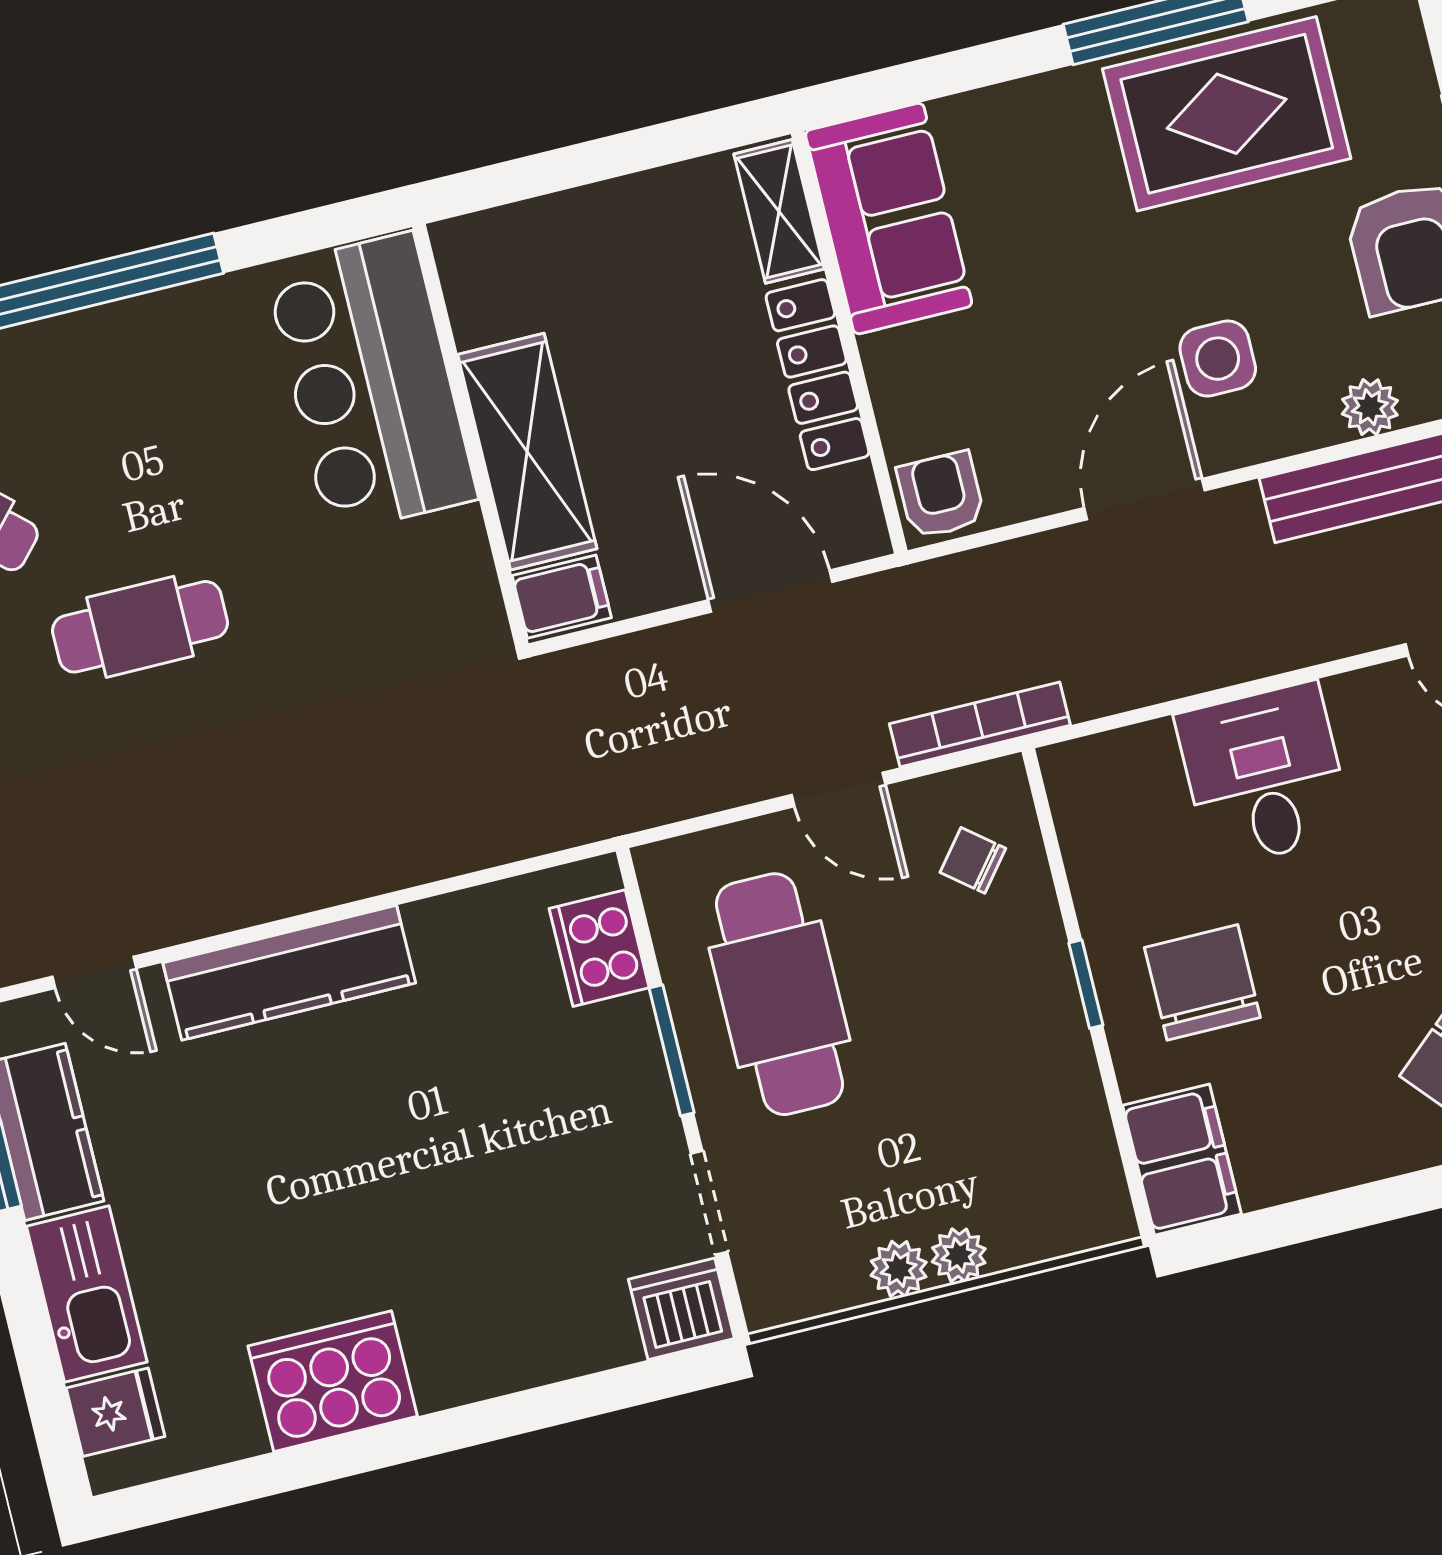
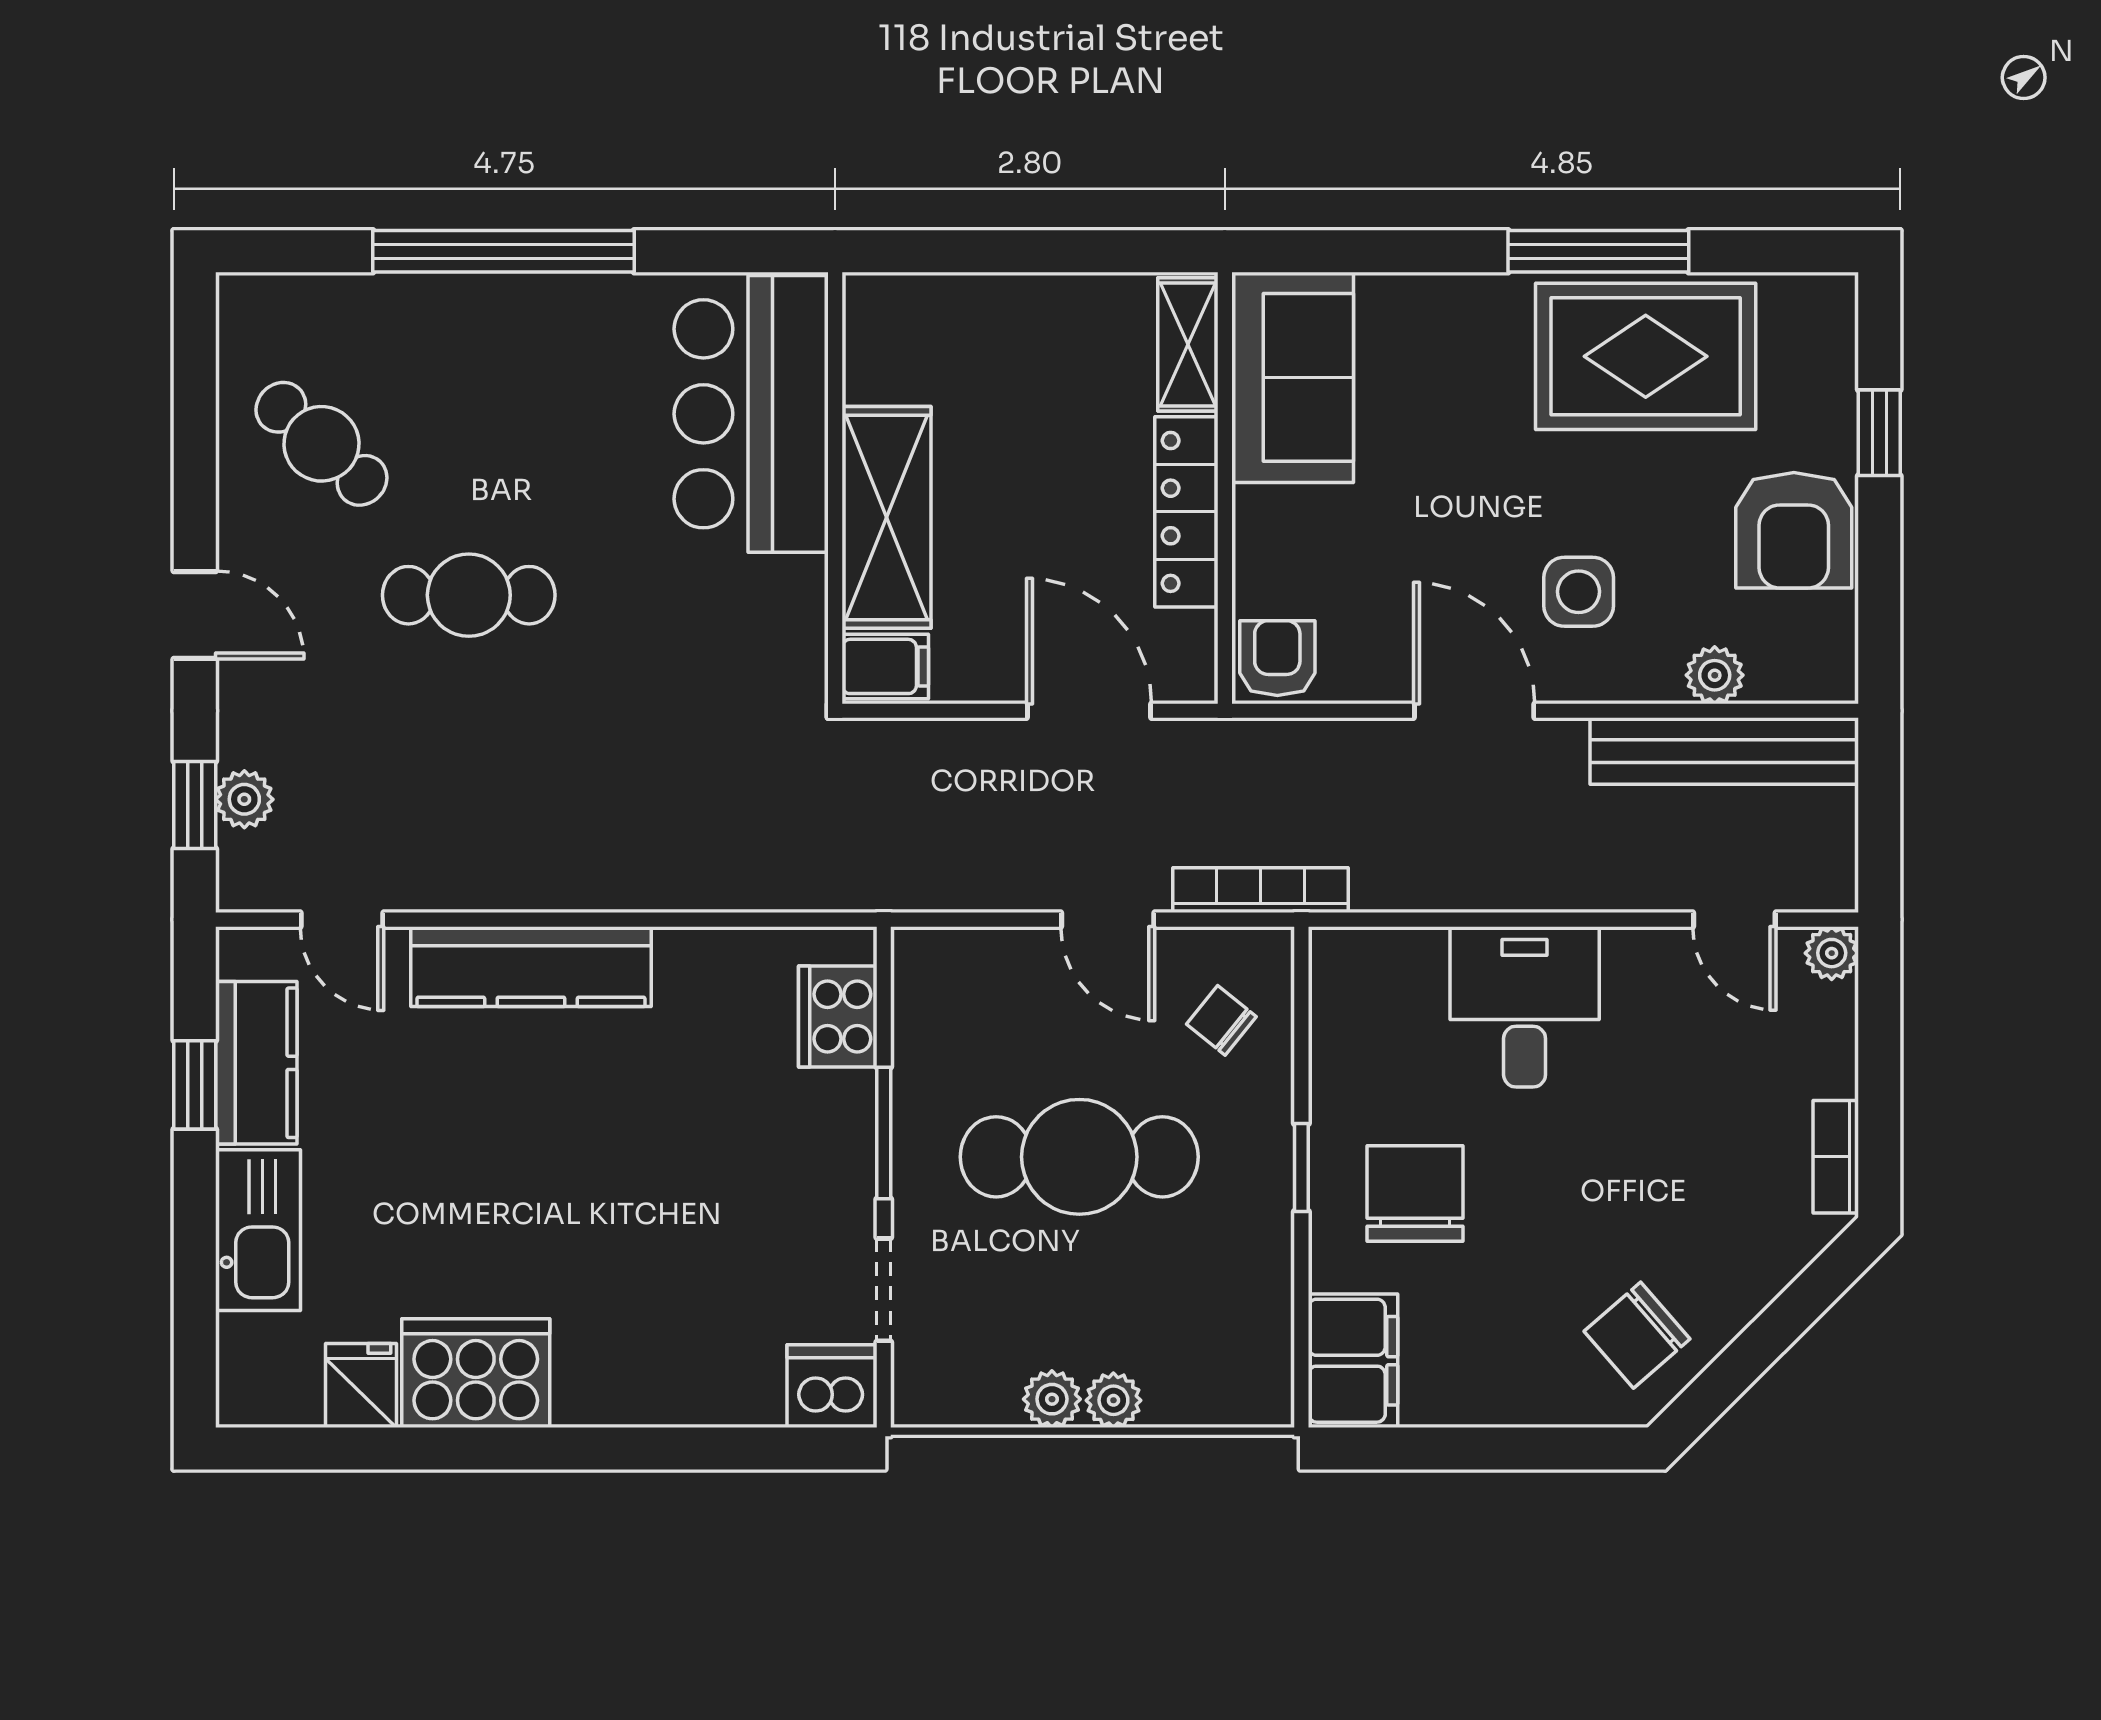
door: (1145, 499) -> (1474, 711), hinge flipped
cafe table: (779, 994) -> (1079, 1157), moved, turned 90
fridge: (116, 1412) -> (361, 1386), moved, turned -90

